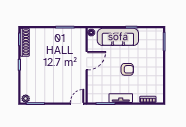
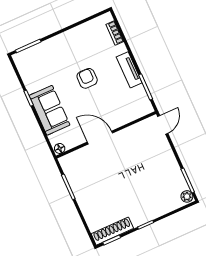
sofa: (118, 37) -> (49, 110), width x0.73
door: (77, 104) -> (163, 125), swing flipped

